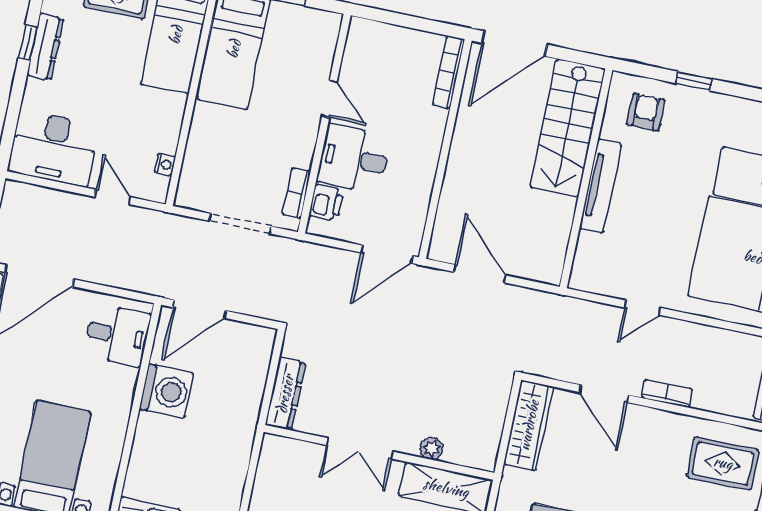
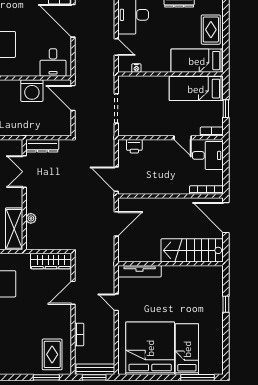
door: (330, 99) -> (183, 138), hinge flipped
armchair: (646, 112) -> (207, 285), removed
desk: (354, 159) -> (208, 155), moved, turned 90
tv unit: (601, 186) -> (140, 271), moved
bookcase: (296, 193) -> (212, 131), moved
door: (113, 197) -> (116, 47), hinge flipped
bookcase: (667, 393) -> (79, 334), moved
double door: (360, 448) -> (24, 172), moved

